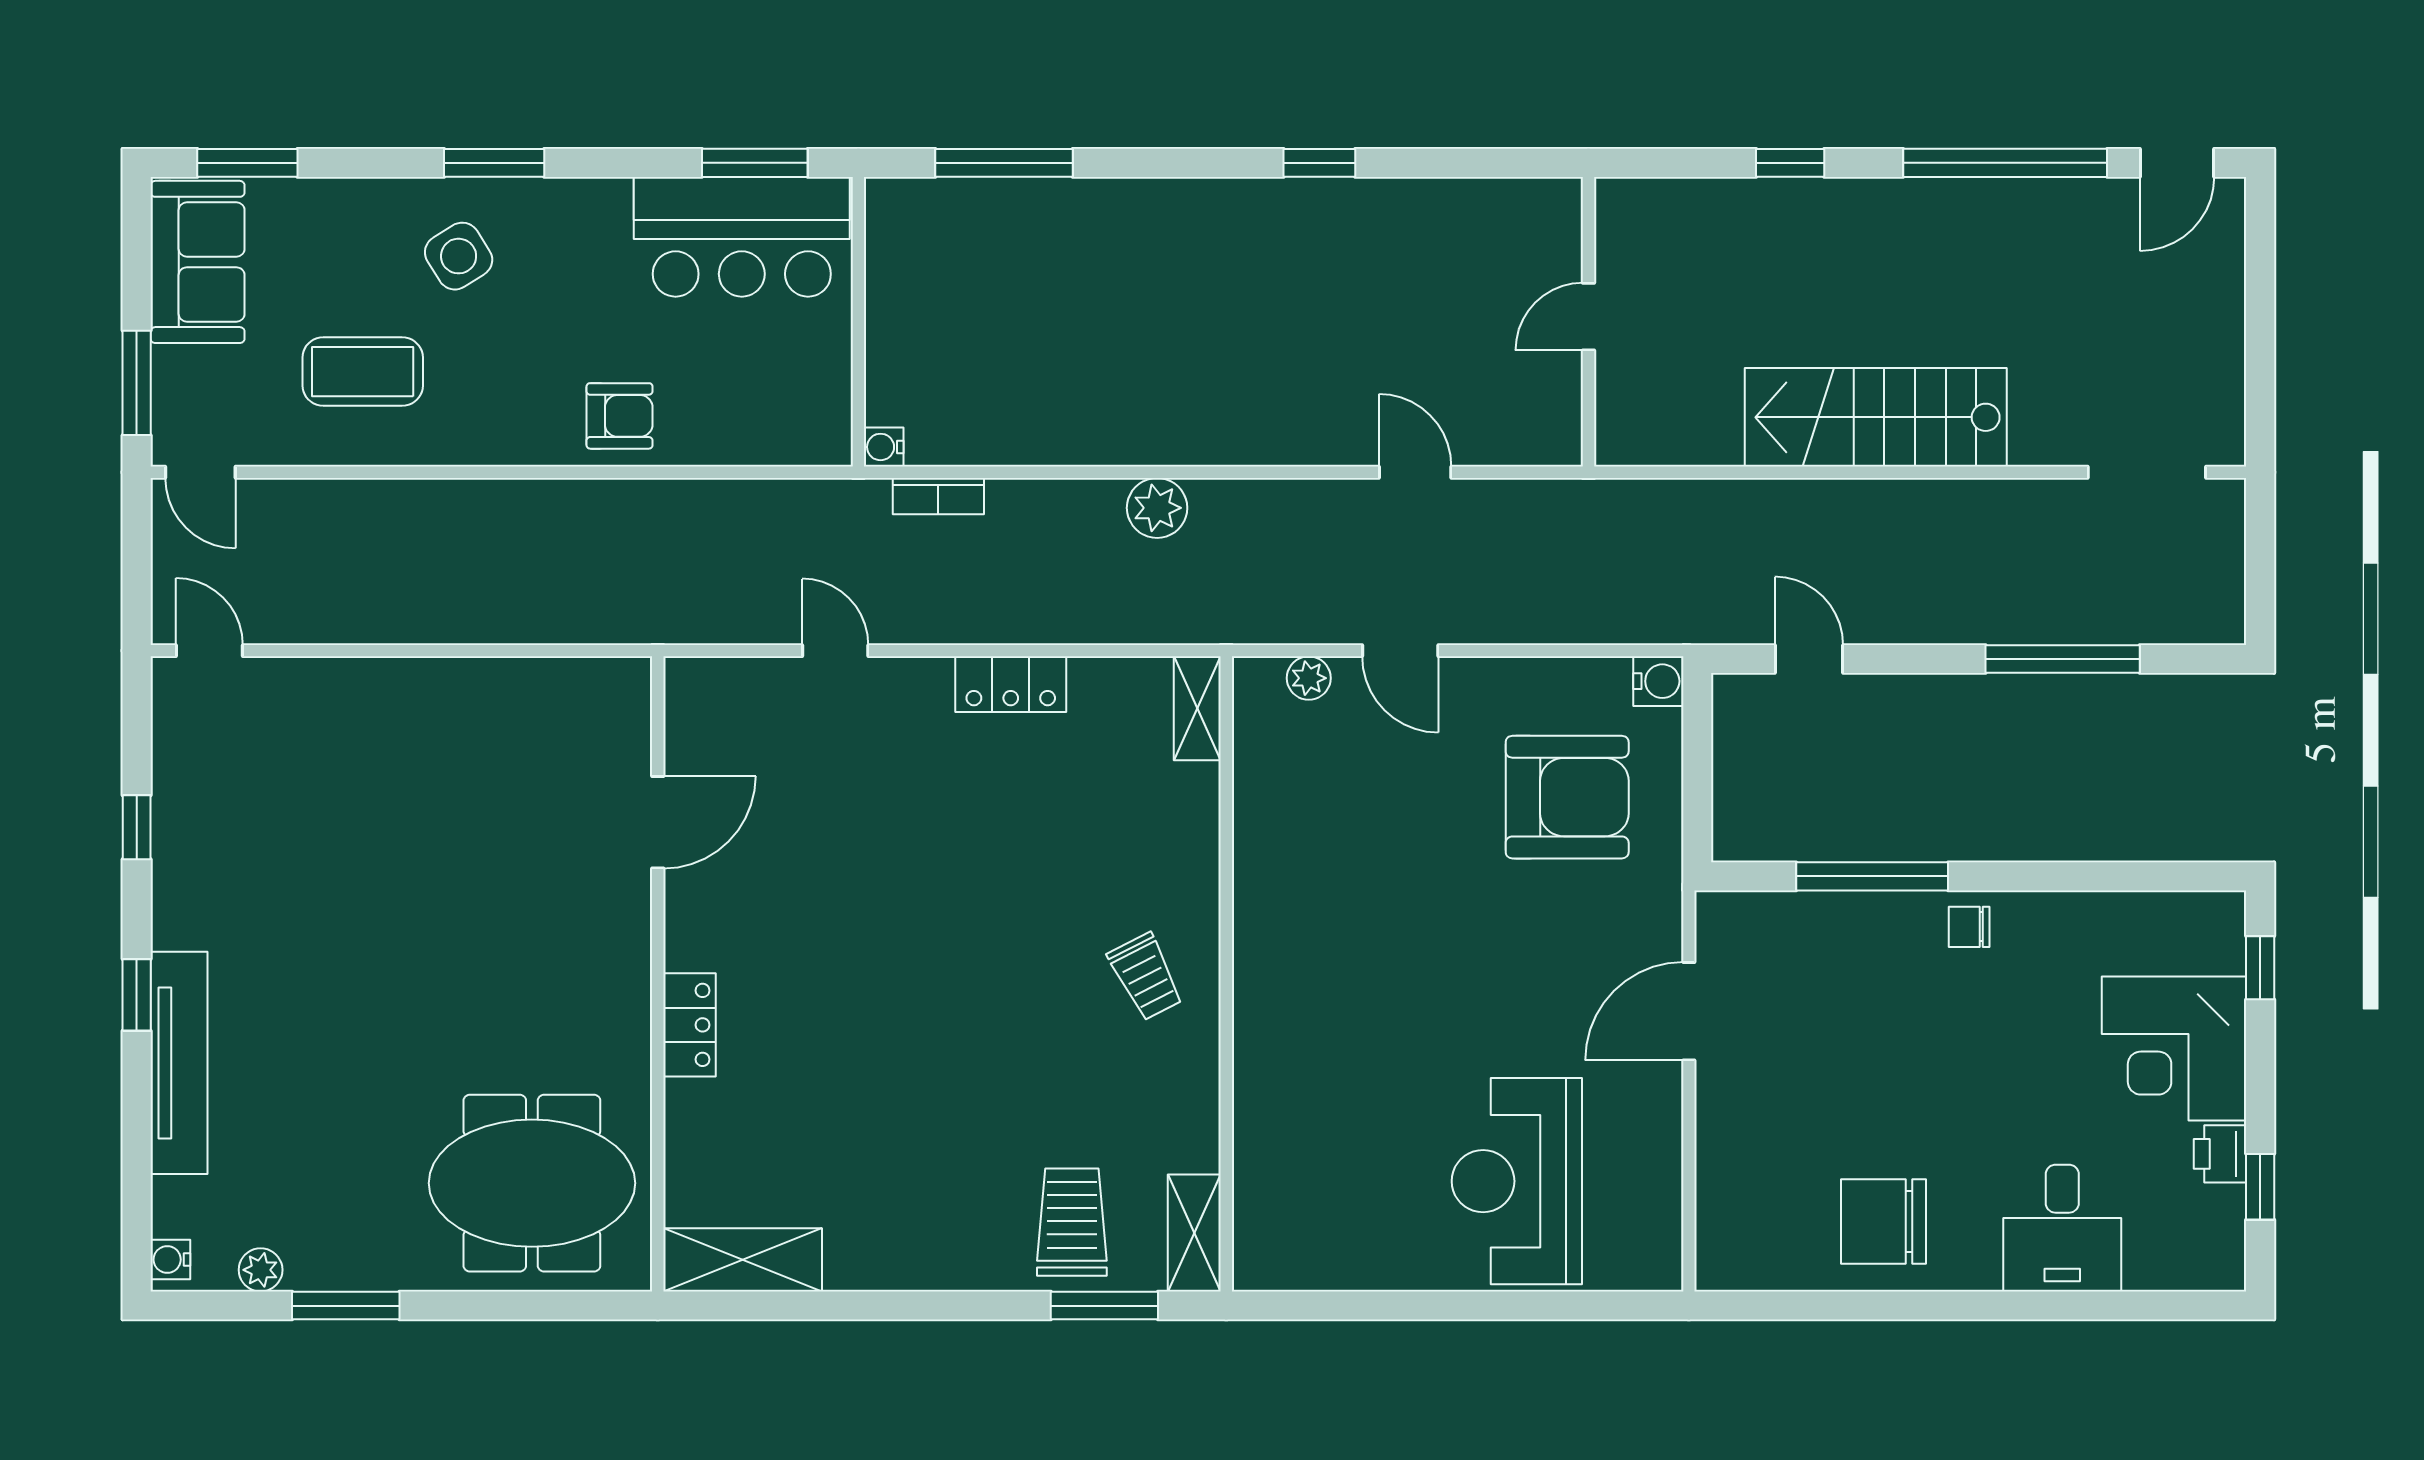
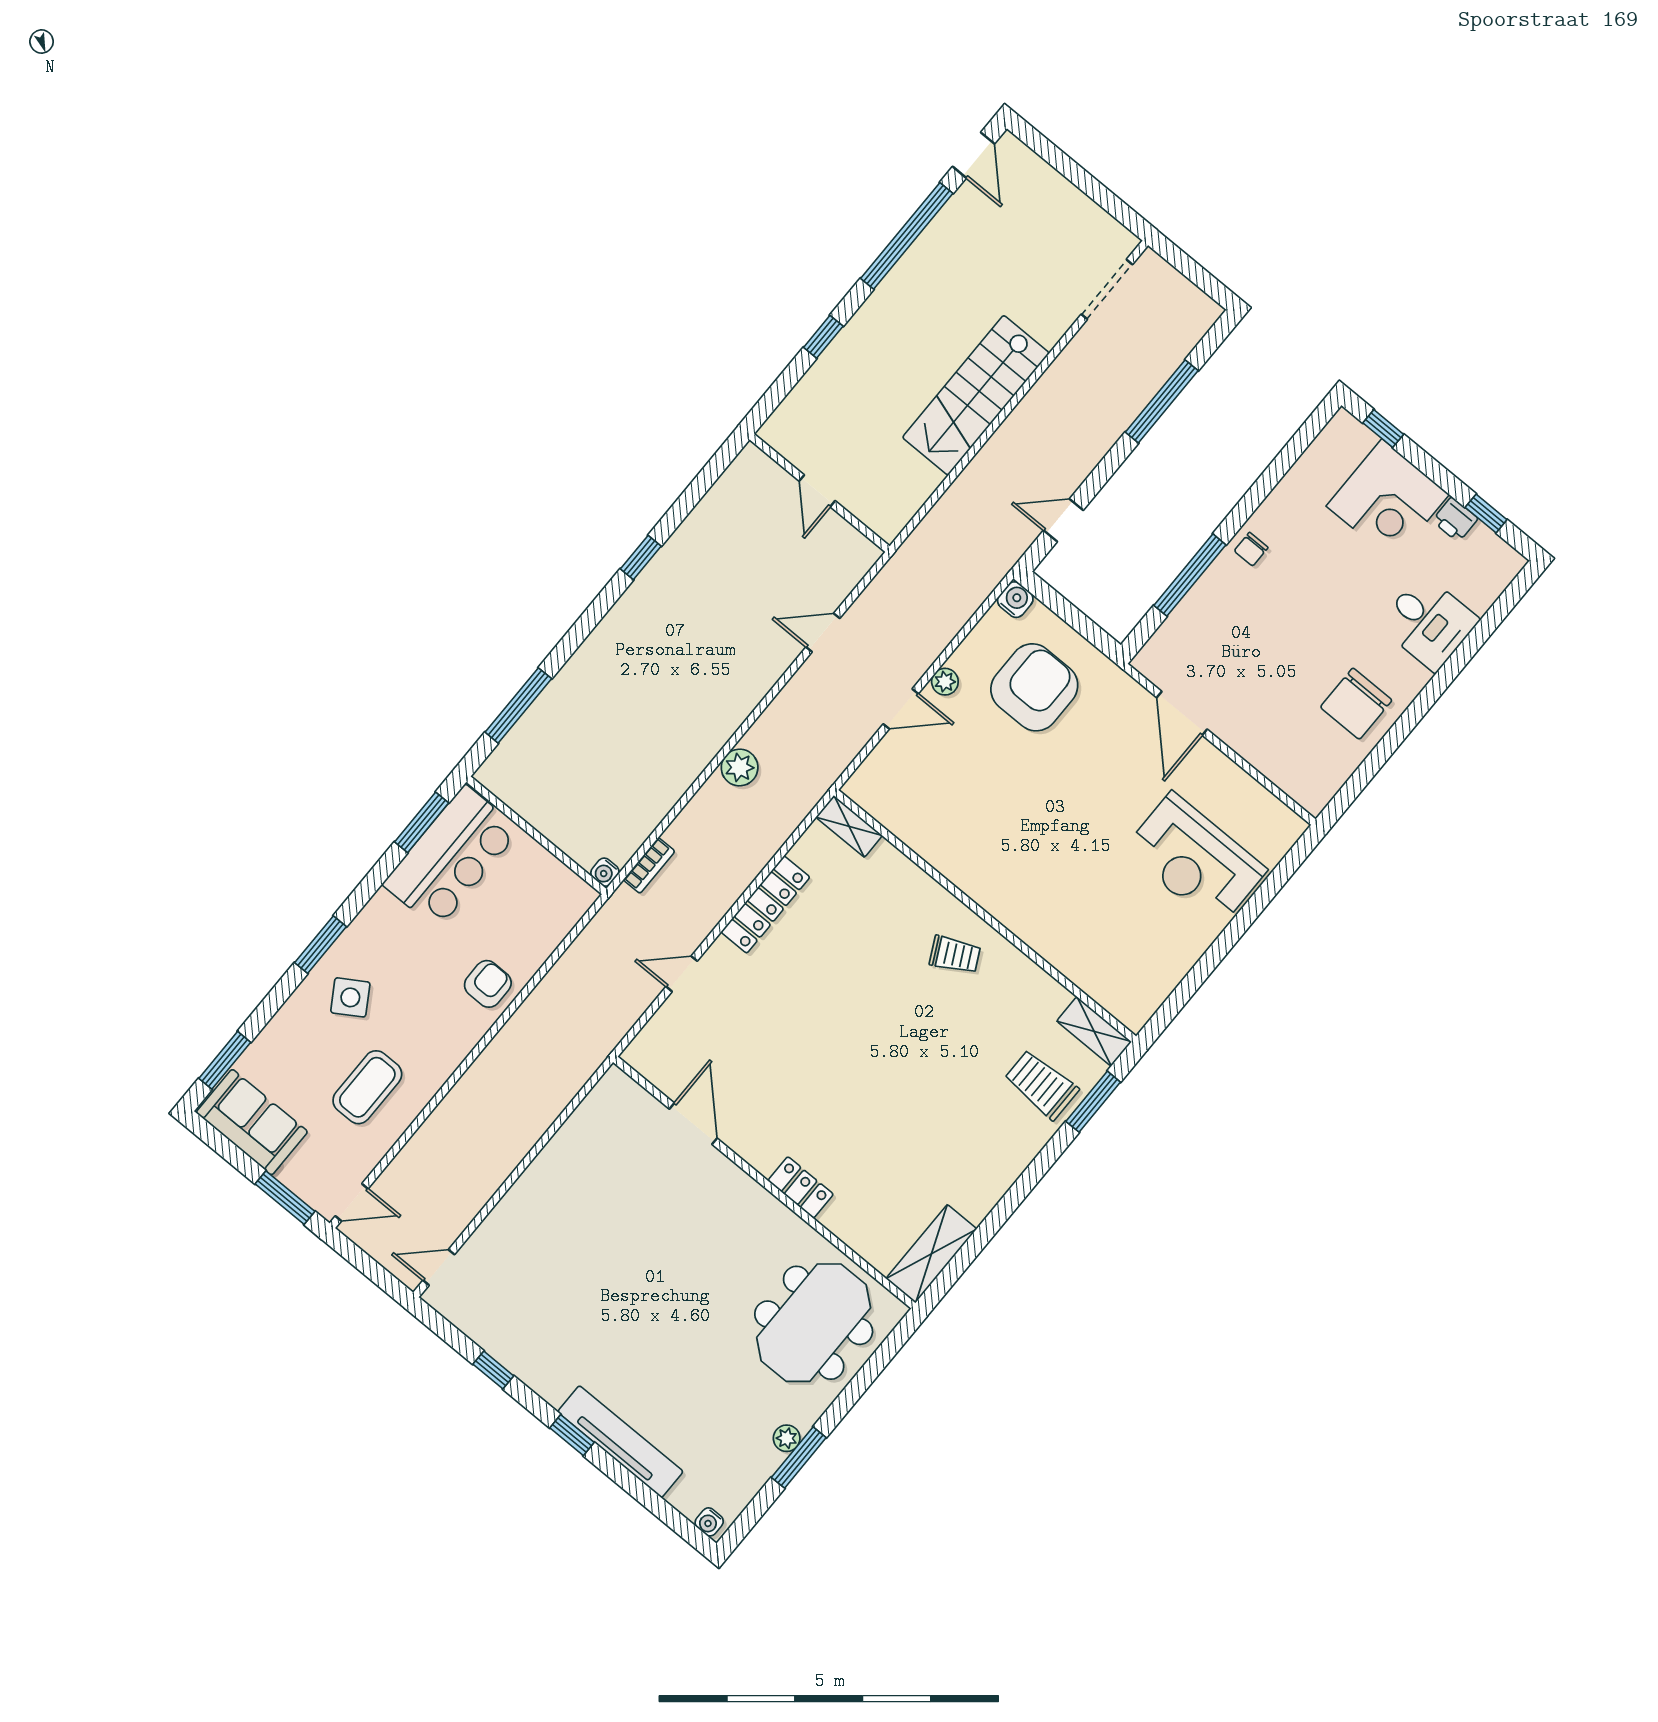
plant: (1309, 678) -> (945, 682), moved
locker: (1011, 684) -> (765, 905), width x1.53
plant: (261, 1270) -> (787, 1438), moved

